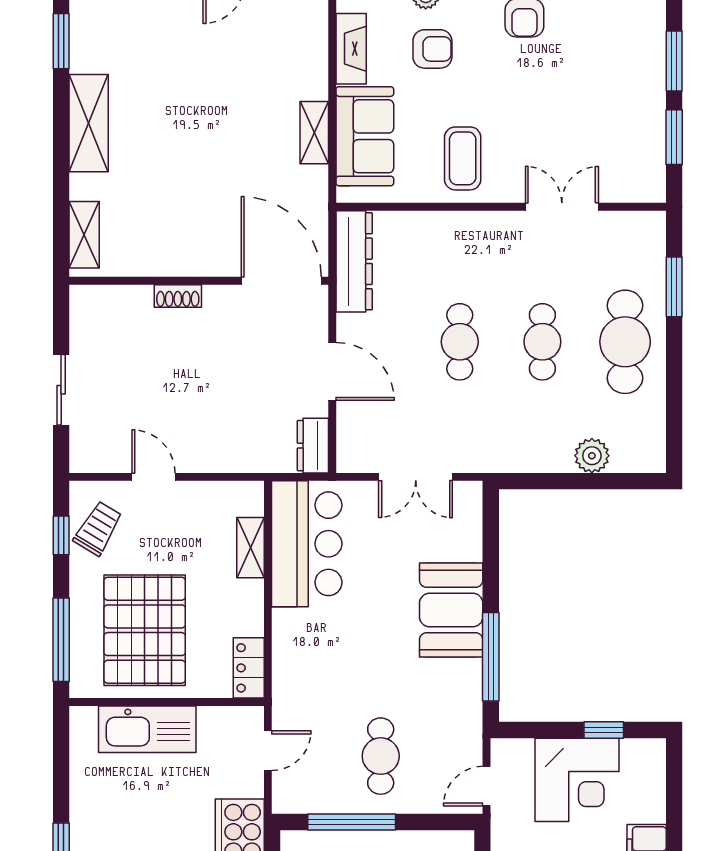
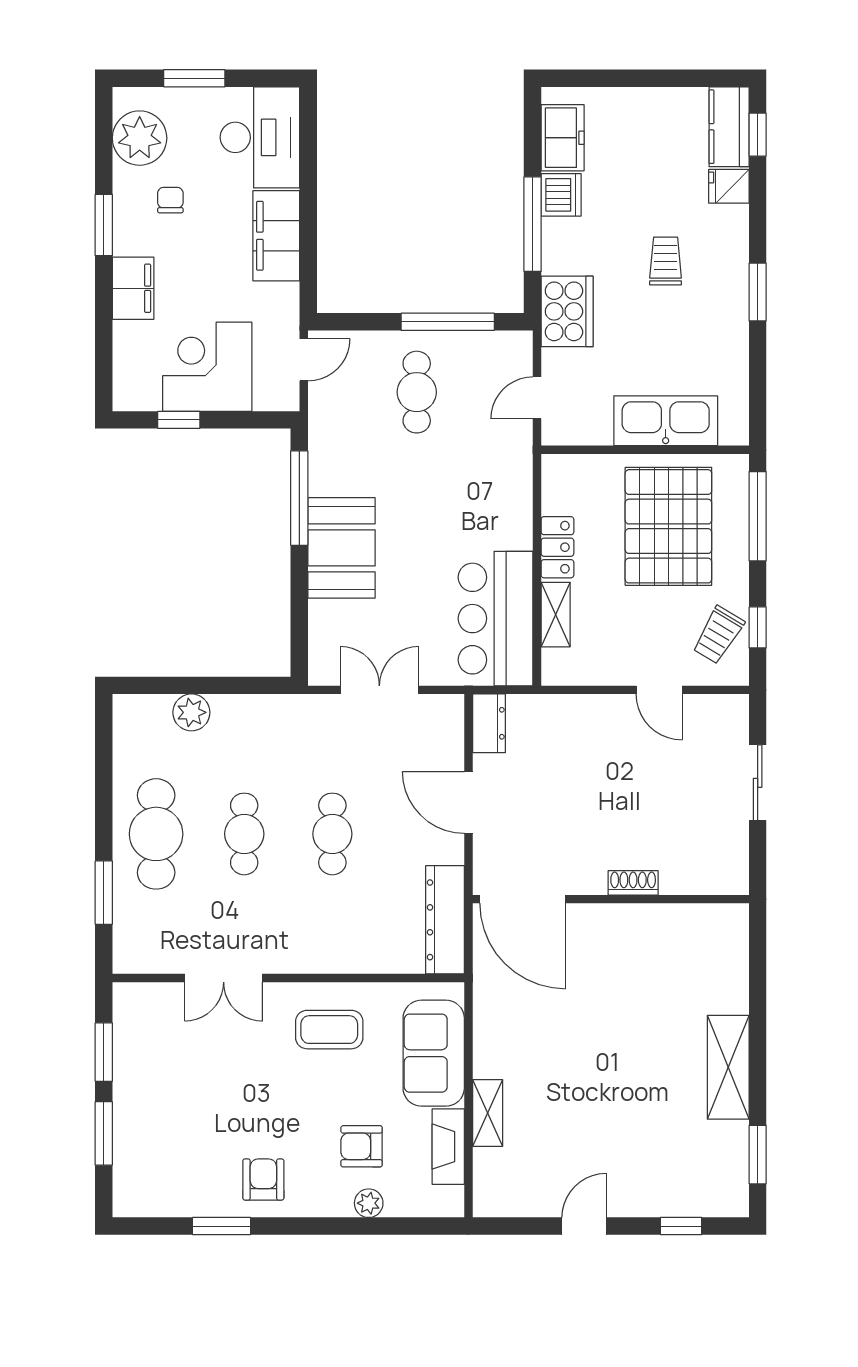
shelving: (314, 133) -> (488, 1113), moved
coffee table: (463, 158) -> (329, 1030), turned 90
shelving: (84, 235) -> (733, 948), removed
locker: (249, 668) -> (557, 547), moved

